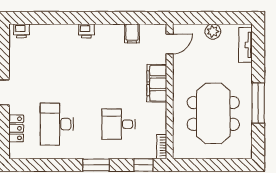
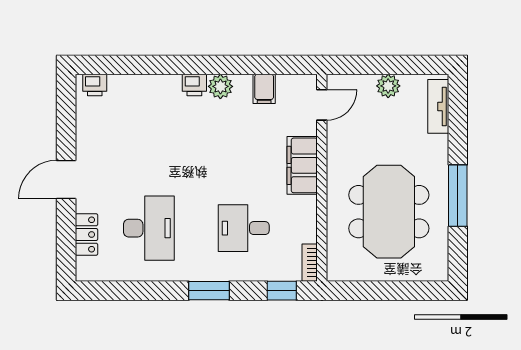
plant: (103, 32) -> (220, 86), added
desk: (57, 124) -> (149, 228), turned 180

